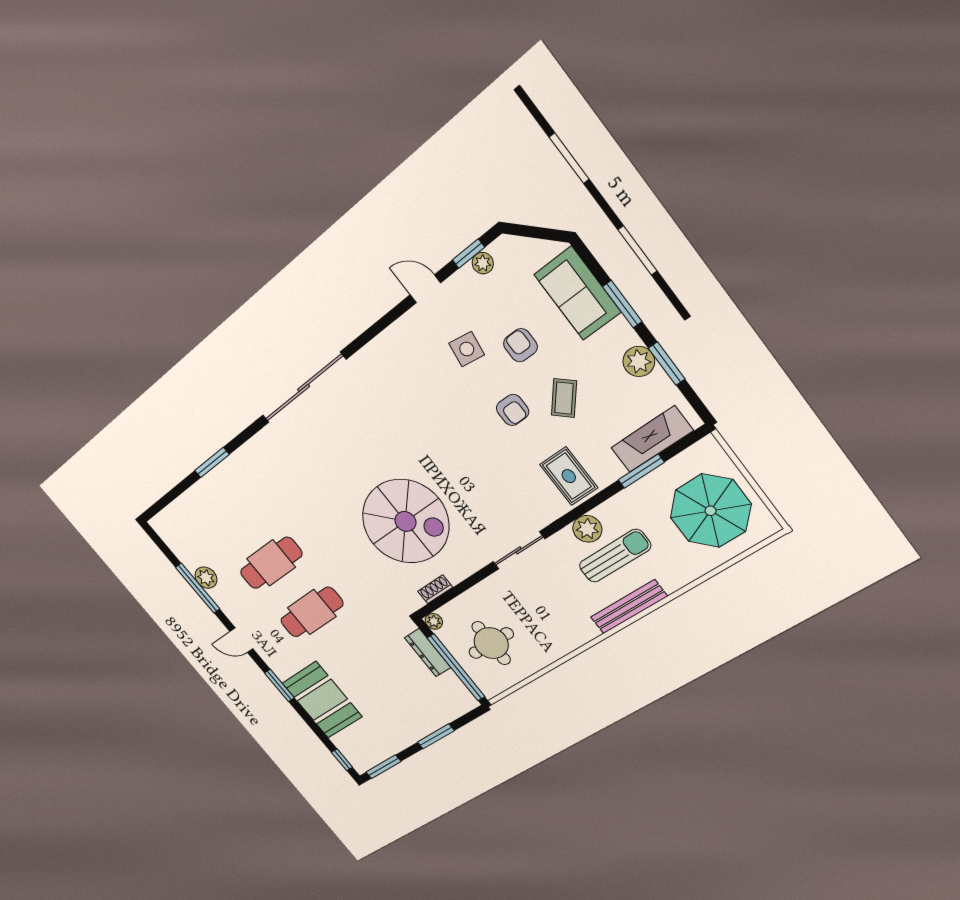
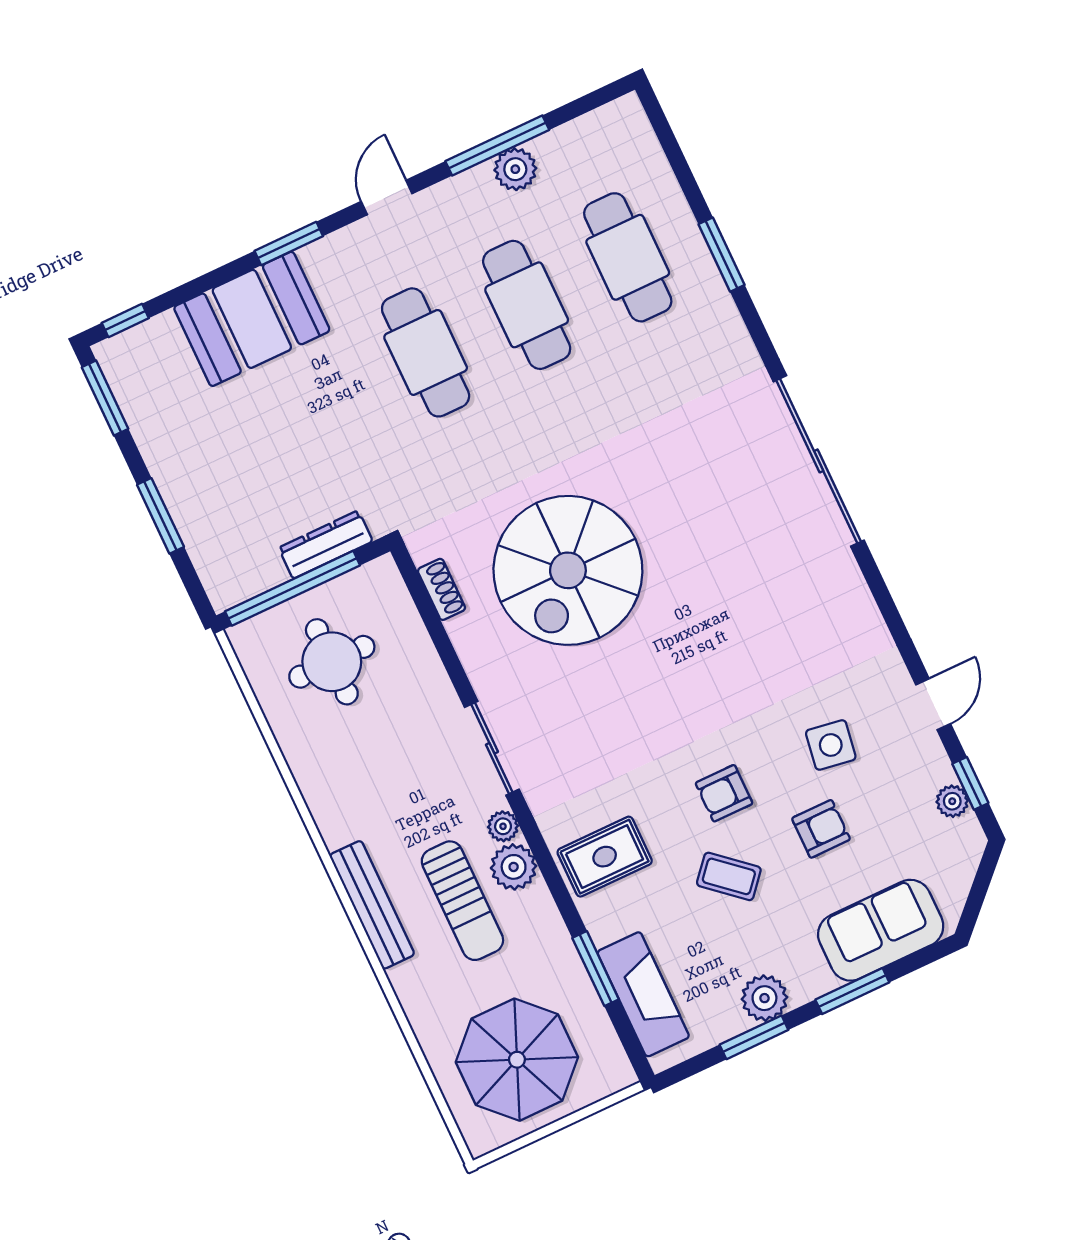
cafe table: (230, 513) -> (628, 257), added
plant: (434, 621) -> (503, 826), moved

